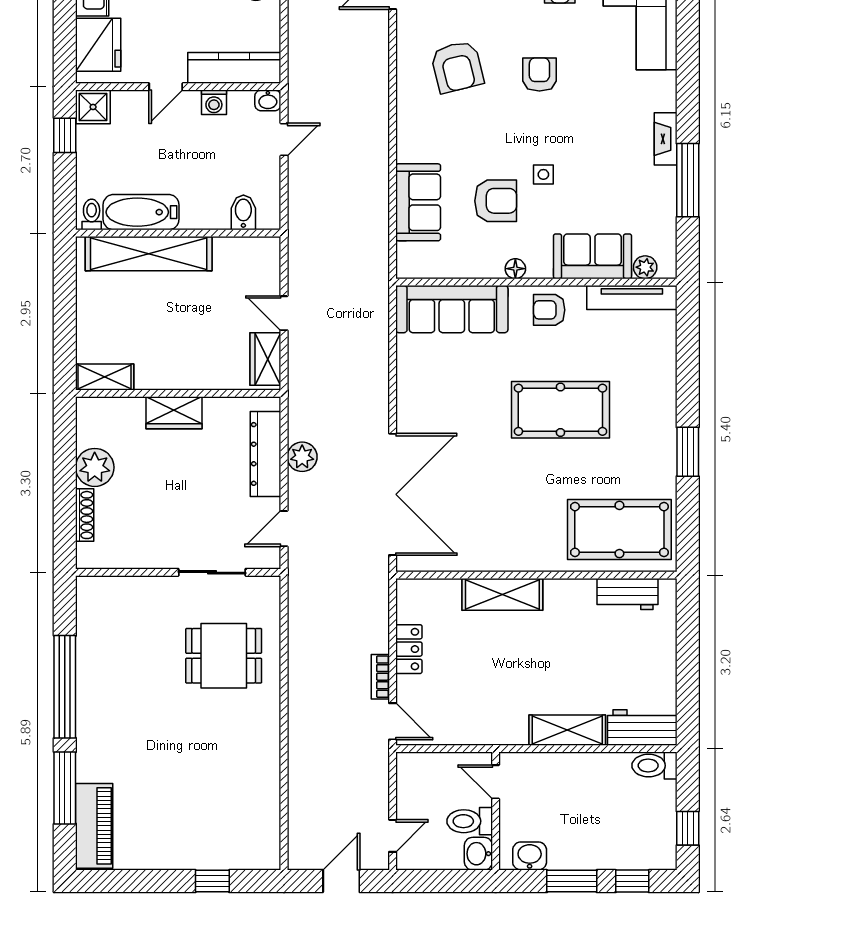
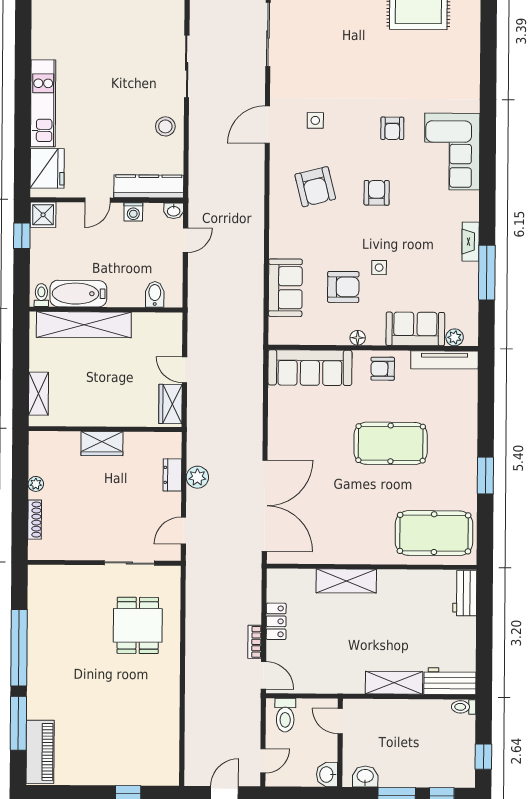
shelving: (105, 377) -> (39, 394), moved, turned 90
dresser: (266, 454) -> (172, 475), width x0.51, depth x0.80
plant: (95, 467) -> (36, 484), width x0.53, depth x0.53
workbench: (627, 594) -> (465, 593), moved, turned 90
dining table: (224, 656) -> (138, 625), turned 90
toilet: (654, 766) -> (464, 707), width x0.73, depth x0.72
toilet: (470, 821) -> (285, 715), moved, turned -90

